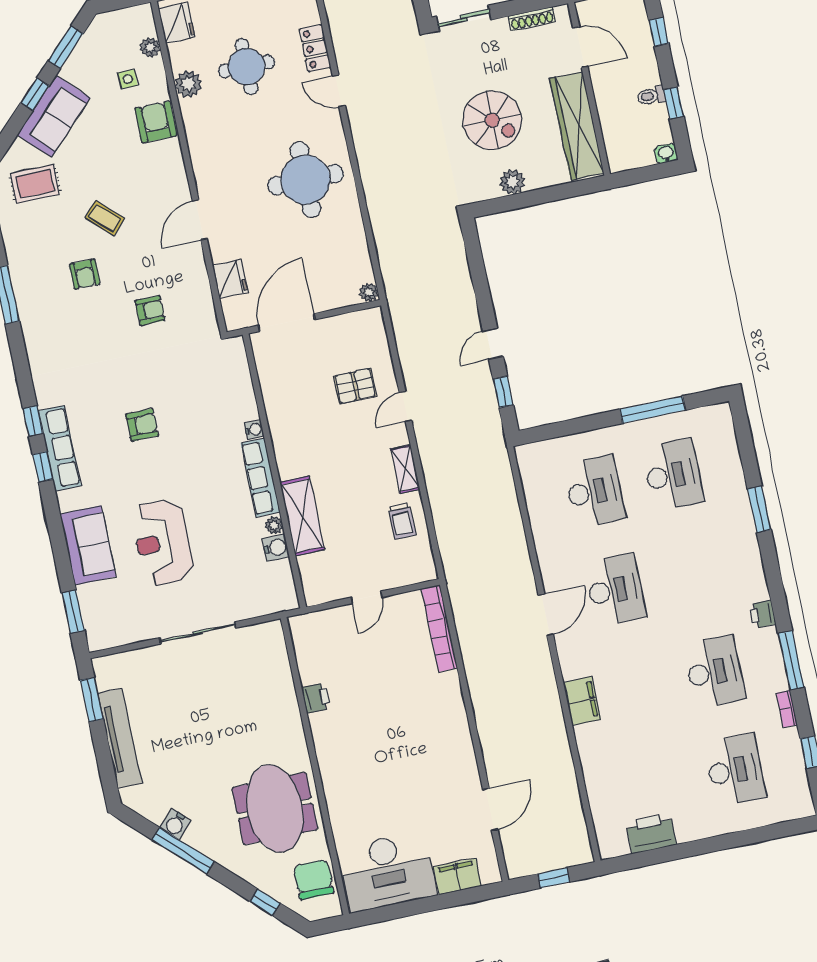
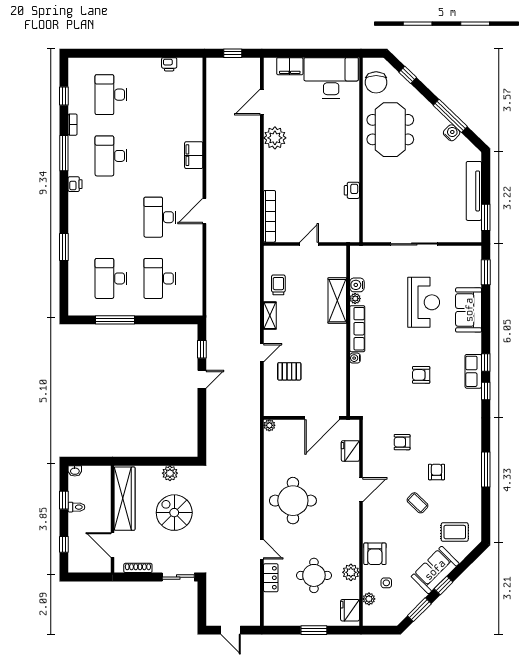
row of seats: (60, 448) -> (473, 371), width x0.68
plant: (457, 756) -> (275, 138), added
printer: (651, 833) -> (169, 64), width x0.53, depth x0.68

